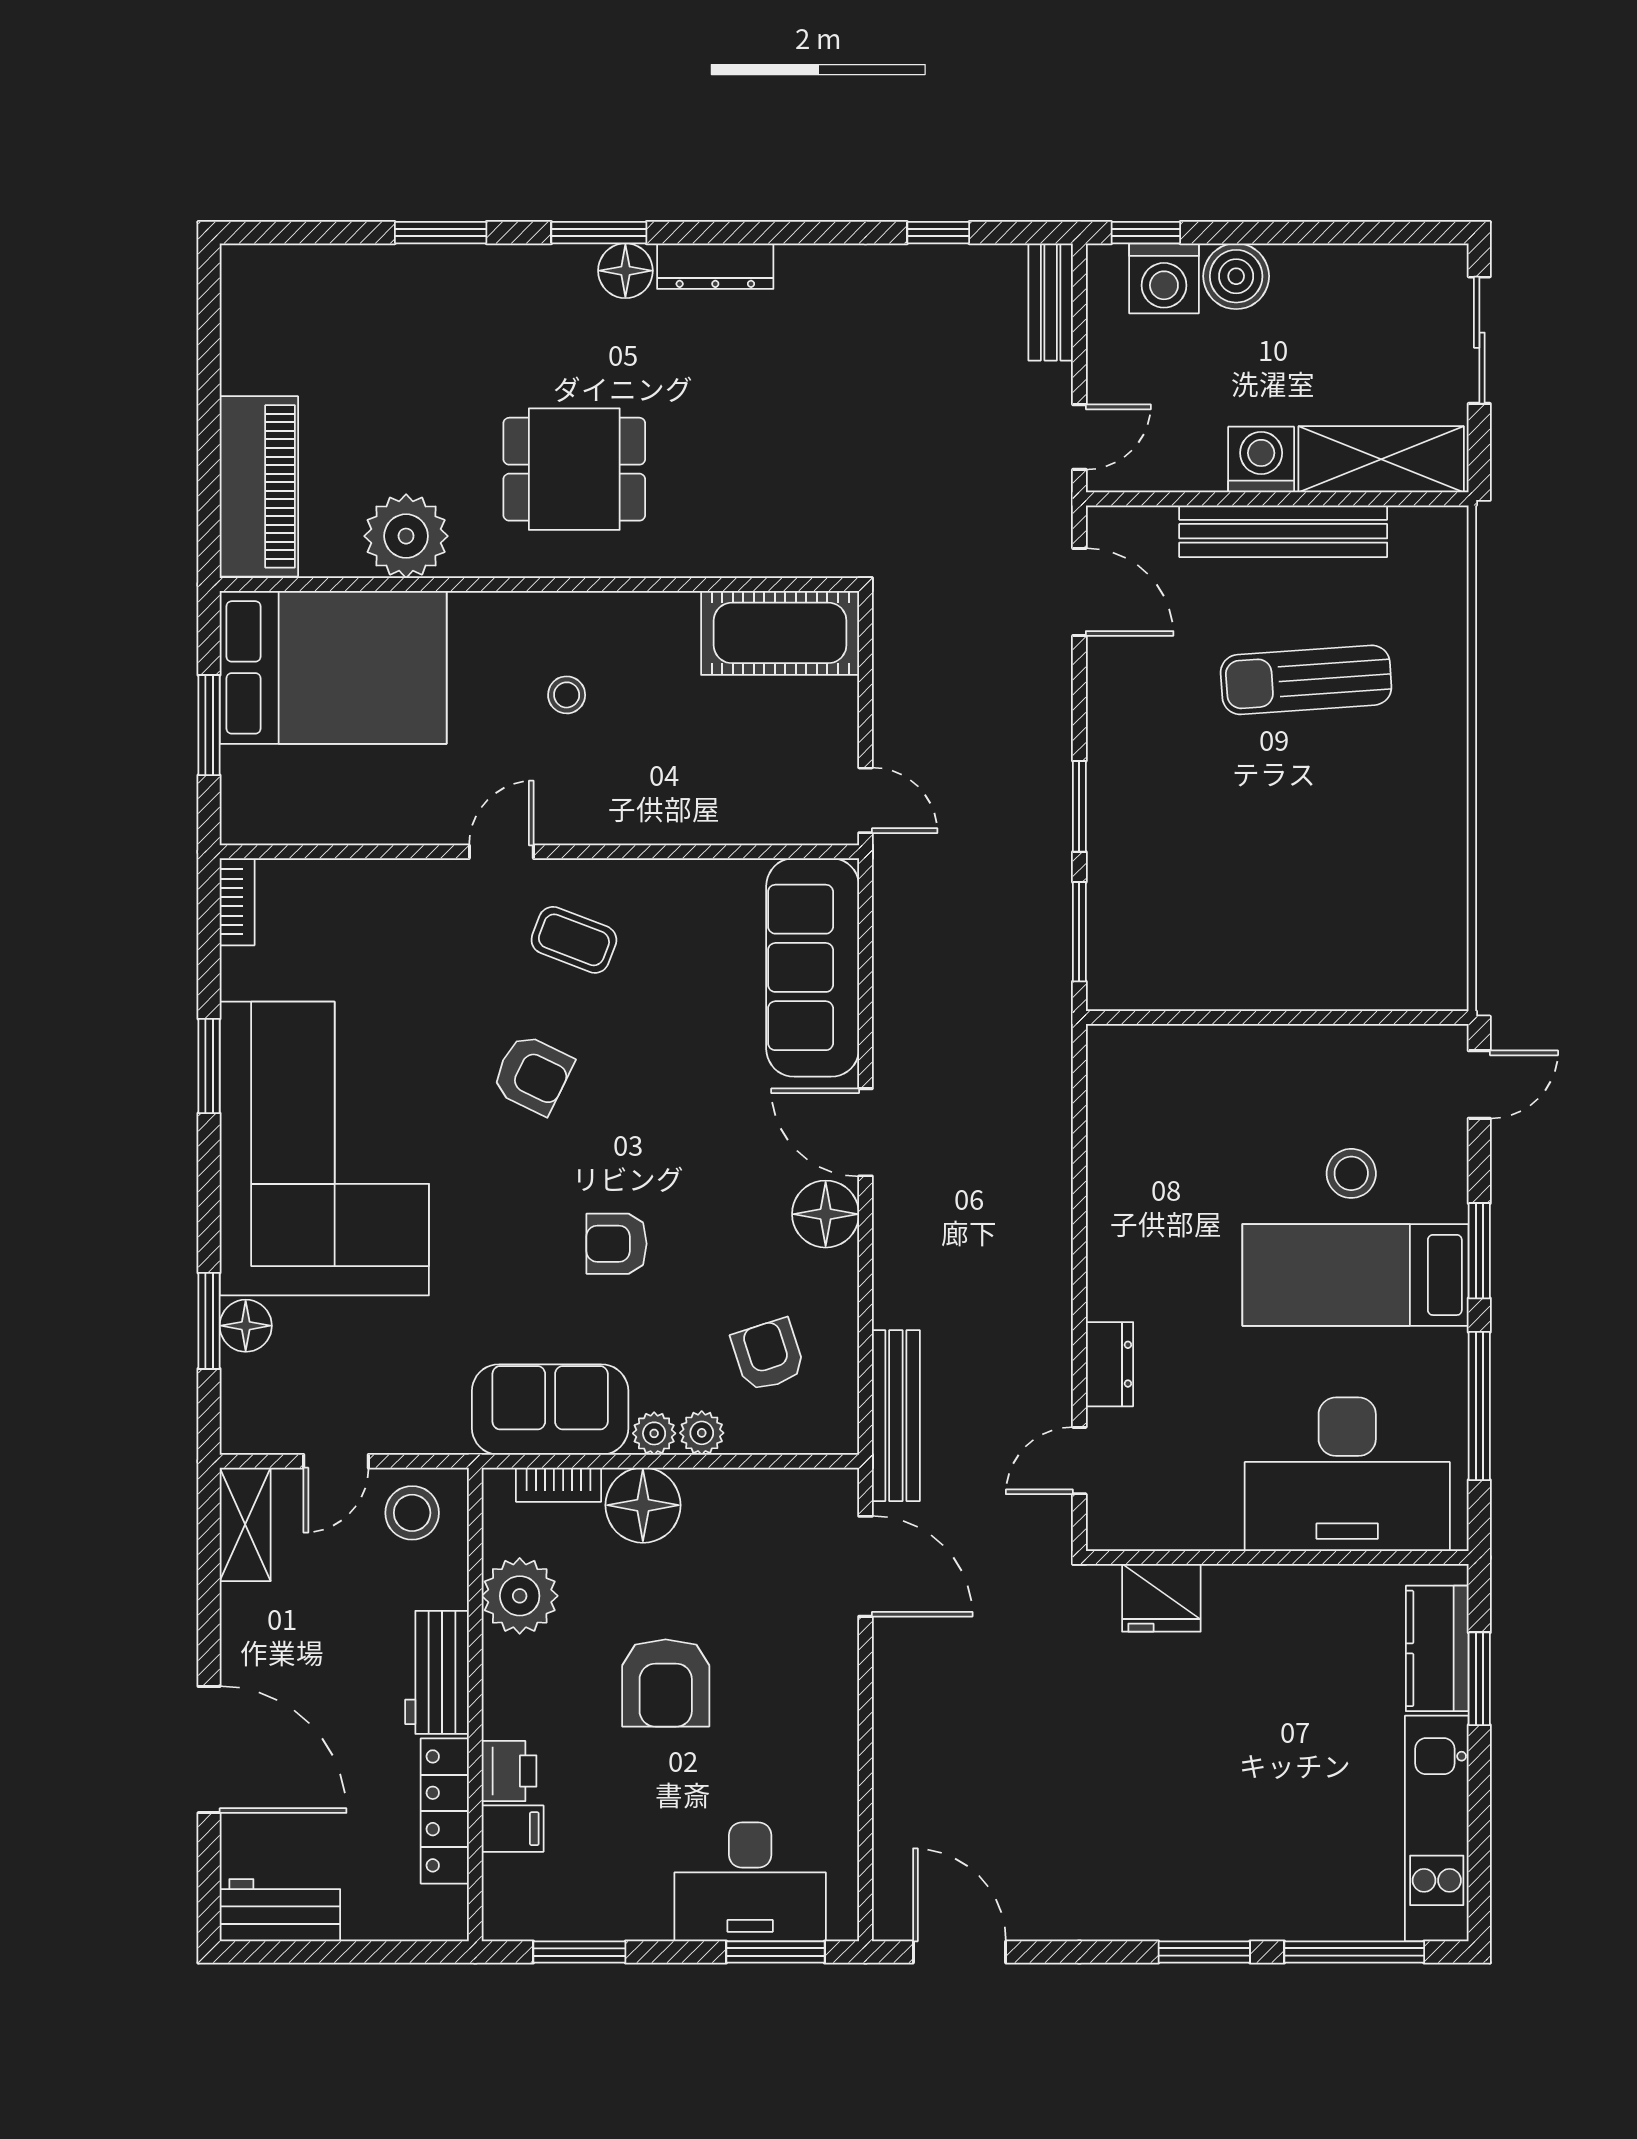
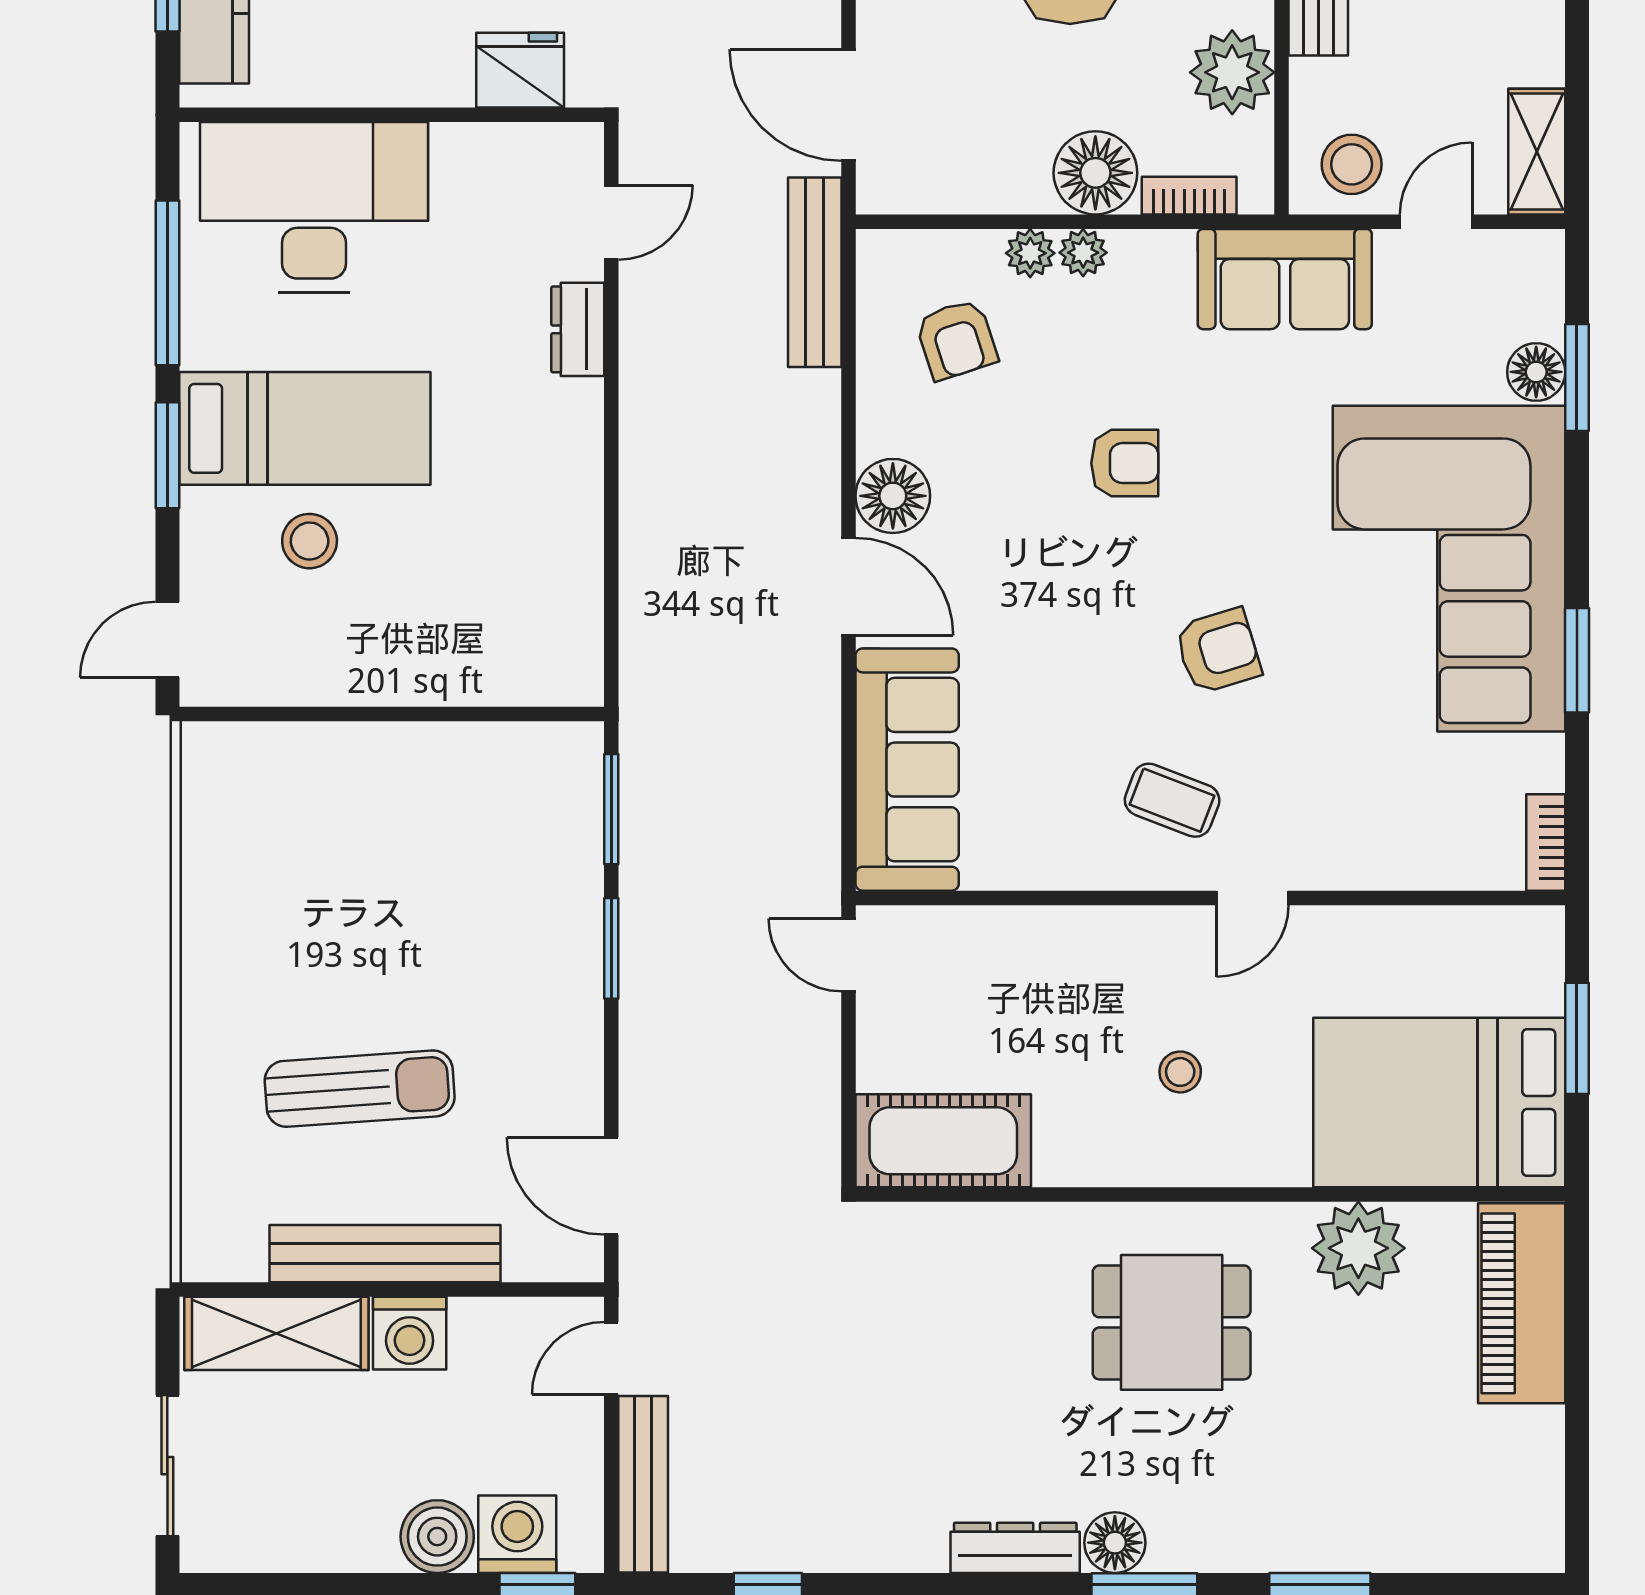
bench: (1051, 302) -> (643, 1484), width x1.36
armchair: (532, 1074) -> (1218, 651), turned 137
sofa: (550, 1410) -> (1285, 279), moved

